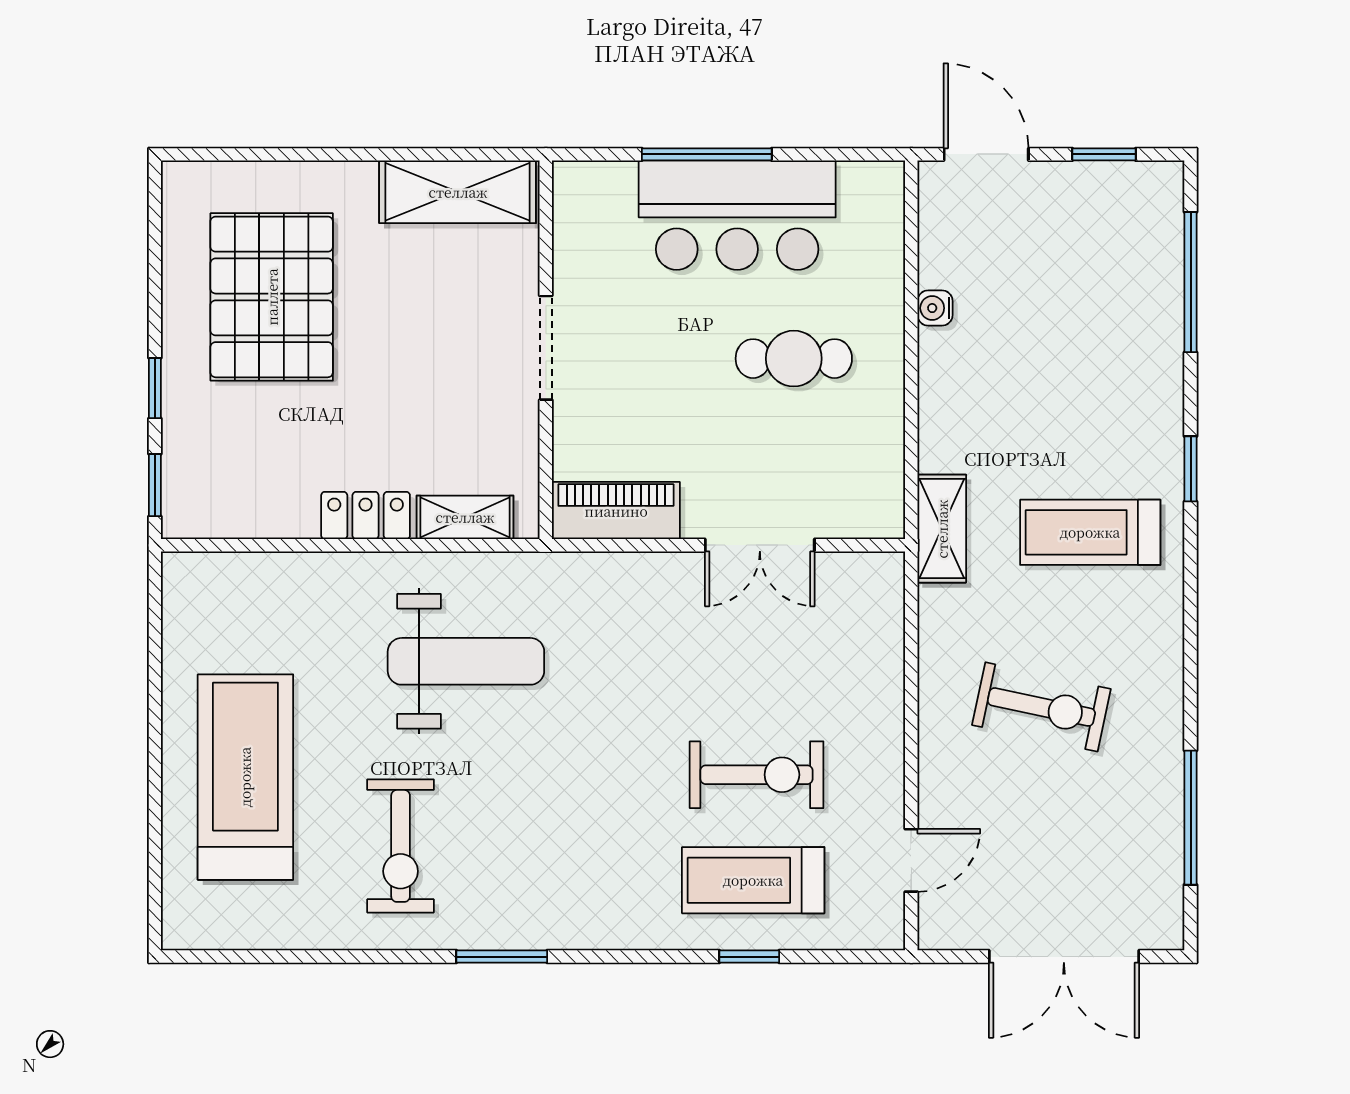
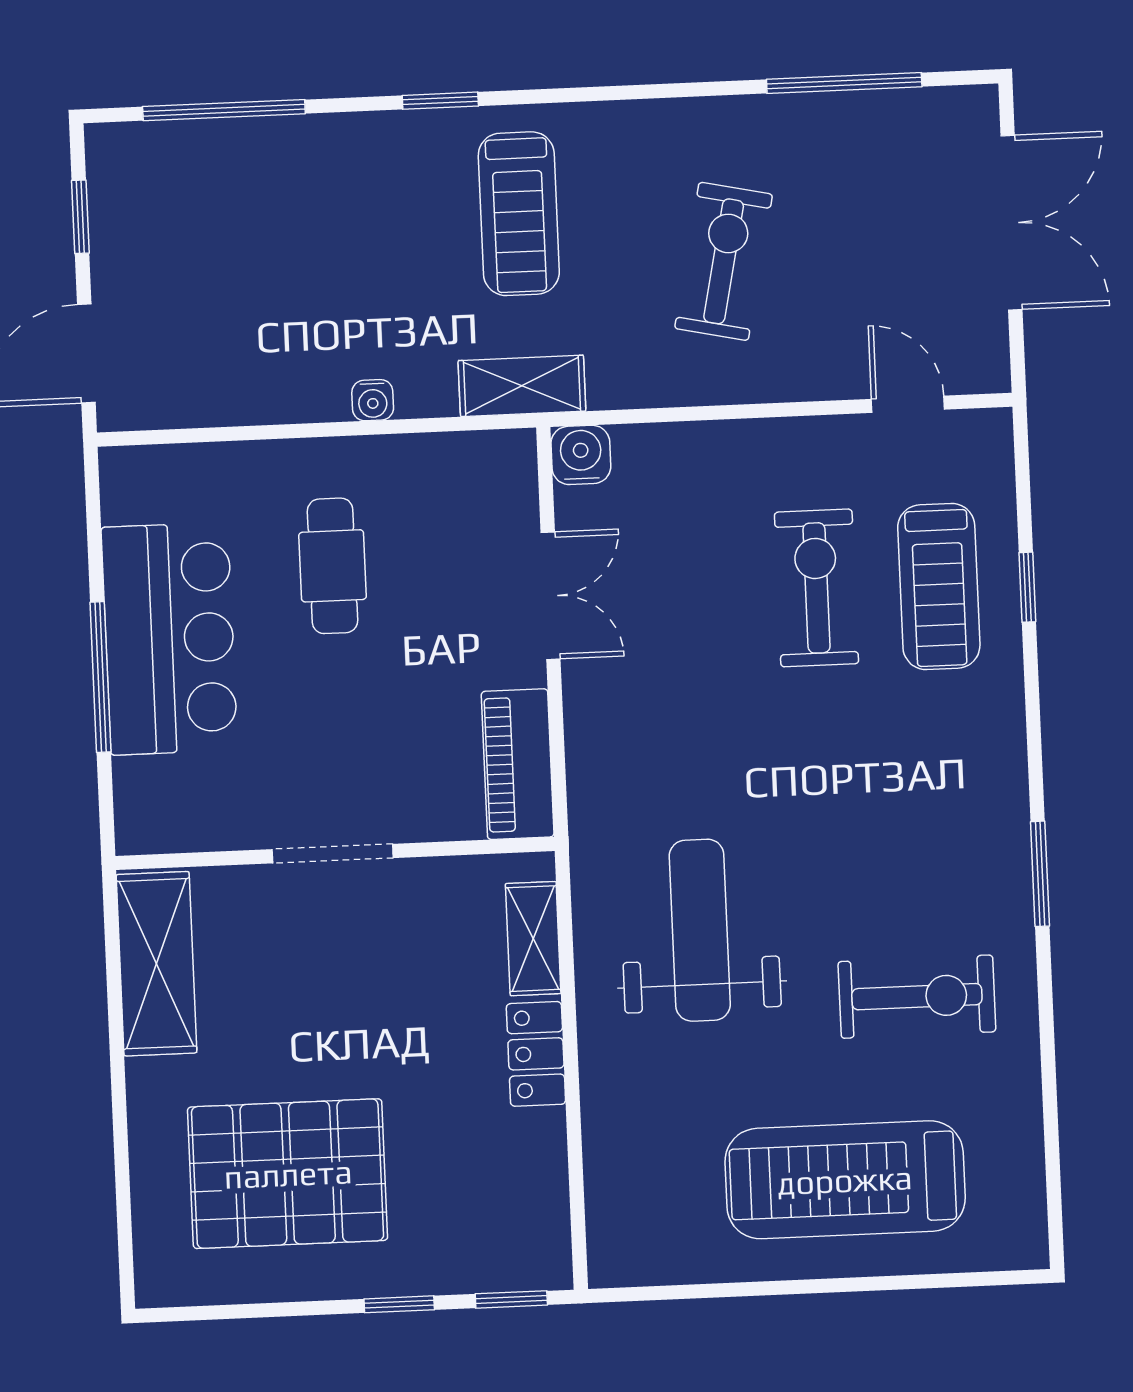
water cooler: (935, 308) -> (373, 400), moved
water cooler: (880, 577) -> (581, 455), added

